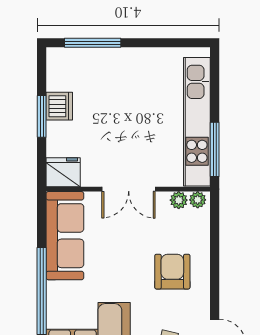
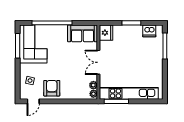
dishwasher: (59, 106) -> (149, 31), moved
sofa: (65, 236) -> (82, 33), width x0.73
armchair: (172, 272) -> (52, 88), moved, turned -90

